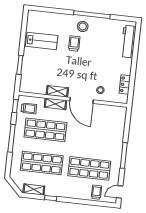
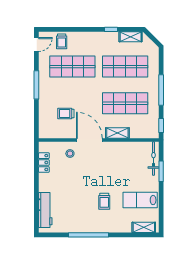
stool: (83, 27) -> (97, 221), removed
bicycle: (25, 77) -> (154, 159), added
shelving: (57, 91) -> (144, 227), moved
trolley: (29, 108) -> (66, 114), moved

